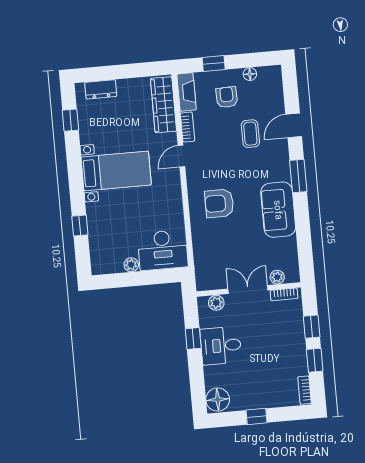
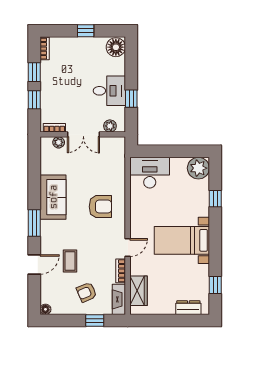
floor lamp: (250, 74) -> (45, 309), moved
armchair: (227, 97) -> (87, 292), turned 69
wardrobe: (163, 105) -> (139, 291), width x0.67
plant: (131, 265) -> (198, 168), moved, width x1.88, depth x1.88

